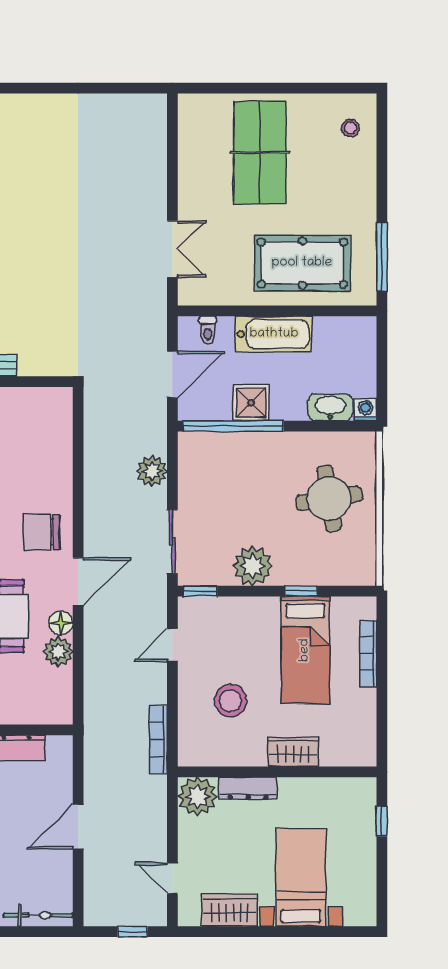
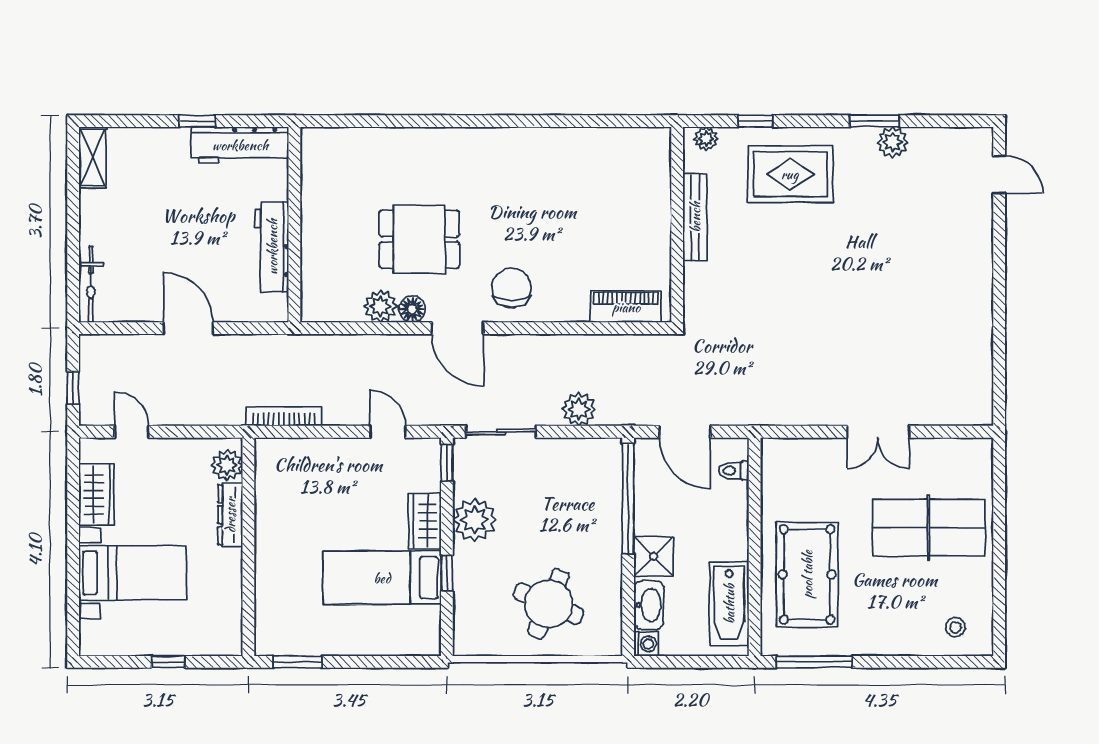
double door: (172, 249) -> (878, 432), moved
bathtub: (274, 334) -> (729, 604), moved
shower: (251, 403) -> (654, 556), moved
piano: (58, 428) -> (626, 307), added
round table: (329, 498) -> (549, 604), turned 32
bookcase: (368, 653) -> (378, 647), removed
stool: (230, 701) -> (327, 495), removed
window: (382, 727) -> (297, 662), added
wardrobe: (293, 752) -> (425, 521), moved, turned 180
plant: (198, 796) -> (227, 465), width x0.73, depth x0.73
window: (382, 821) -> (168, 662), moved
door: (172, 878) -> (132, 432), hinge flipped

